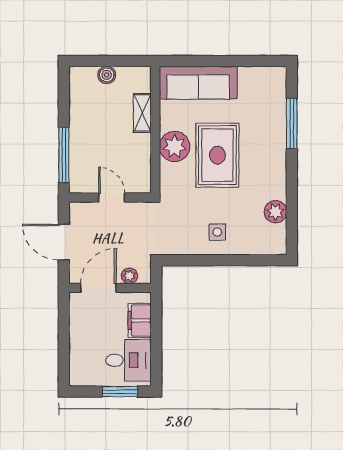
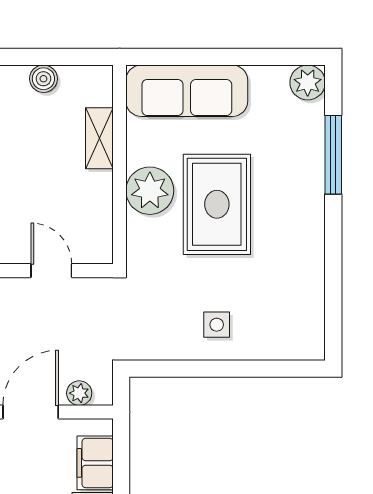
plant: (275, 212) -> (308, 83), moved

